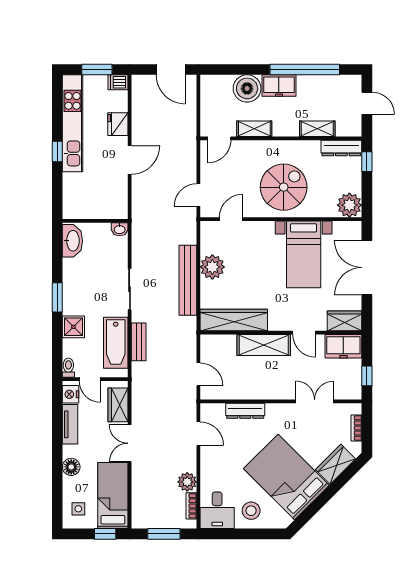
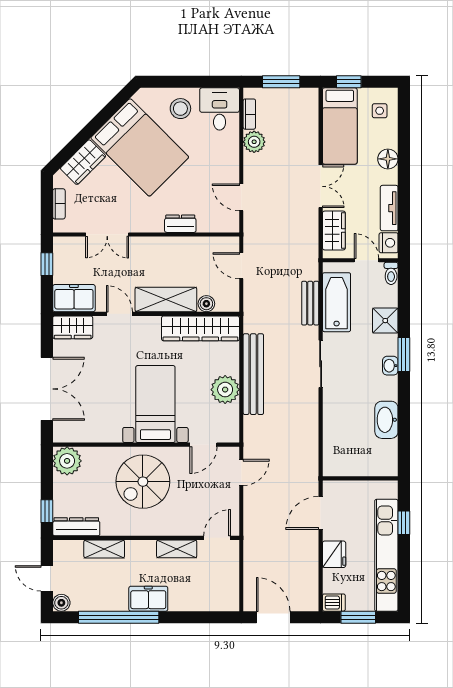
boiler: (247, 88) -> (61, 603), moved, width x0.54, depth x0.54
wall: (95, 221) -> (360, 478), moved
washbasin: (120, 229) -> (390, 366), moved, turned -90
bed with nightstands: (304, 254) -> (155, 404), moved
boiler: (229, 341) -> (206, 304), added
dresser: (245, 411) -> (180, 224), width x0.70

